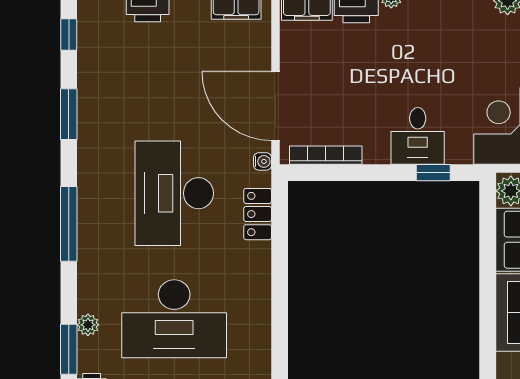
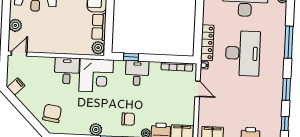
chair: (433, 28) -> (128, 119), added
door: (275, 106) -> (198, 89), width x0.53
locker: (258, 214) -> (207, 43), width x1.53

